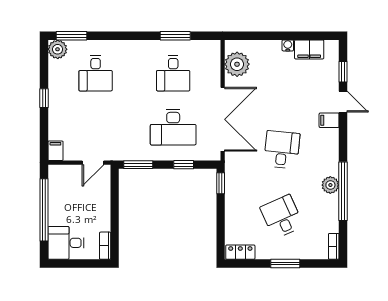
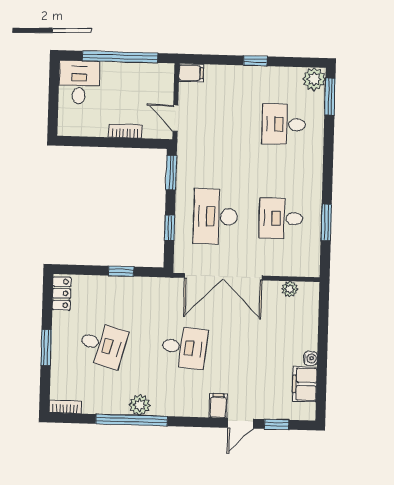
plant: (237, 64) -> (290, 289), width x0.53, depth x0.53
window: (221, 183) -> (121, 271), moved
desk: (282, 217) -> (103, 345), turned 39
bookcase: (105, 246) -> (125, 131), moved

